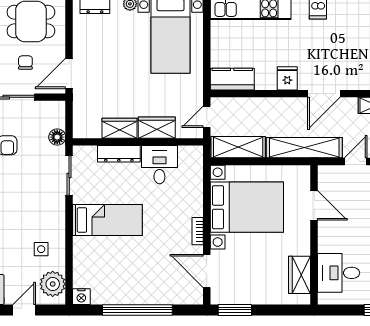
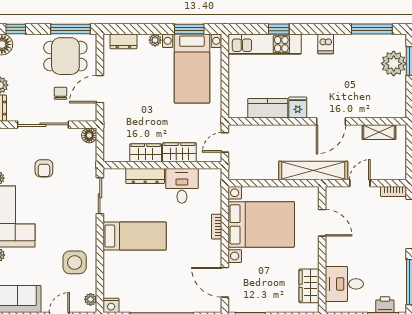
door: (69, 73) -> (100, 89), moved
kitchen counter: (232, 79) -> (268, 108), moved
floor lamp: (57, 137) -> (89, 135), moved
shelving: (238, 147) -> (253, 170), removed
bookcase: (198, 231) -> (217, 227), moved
side table: (41, 249) -> (75, 262), width x1.87, depth x1.87
plant: (53, 284) -> (91, 299), width x0.53, depth x0.53

